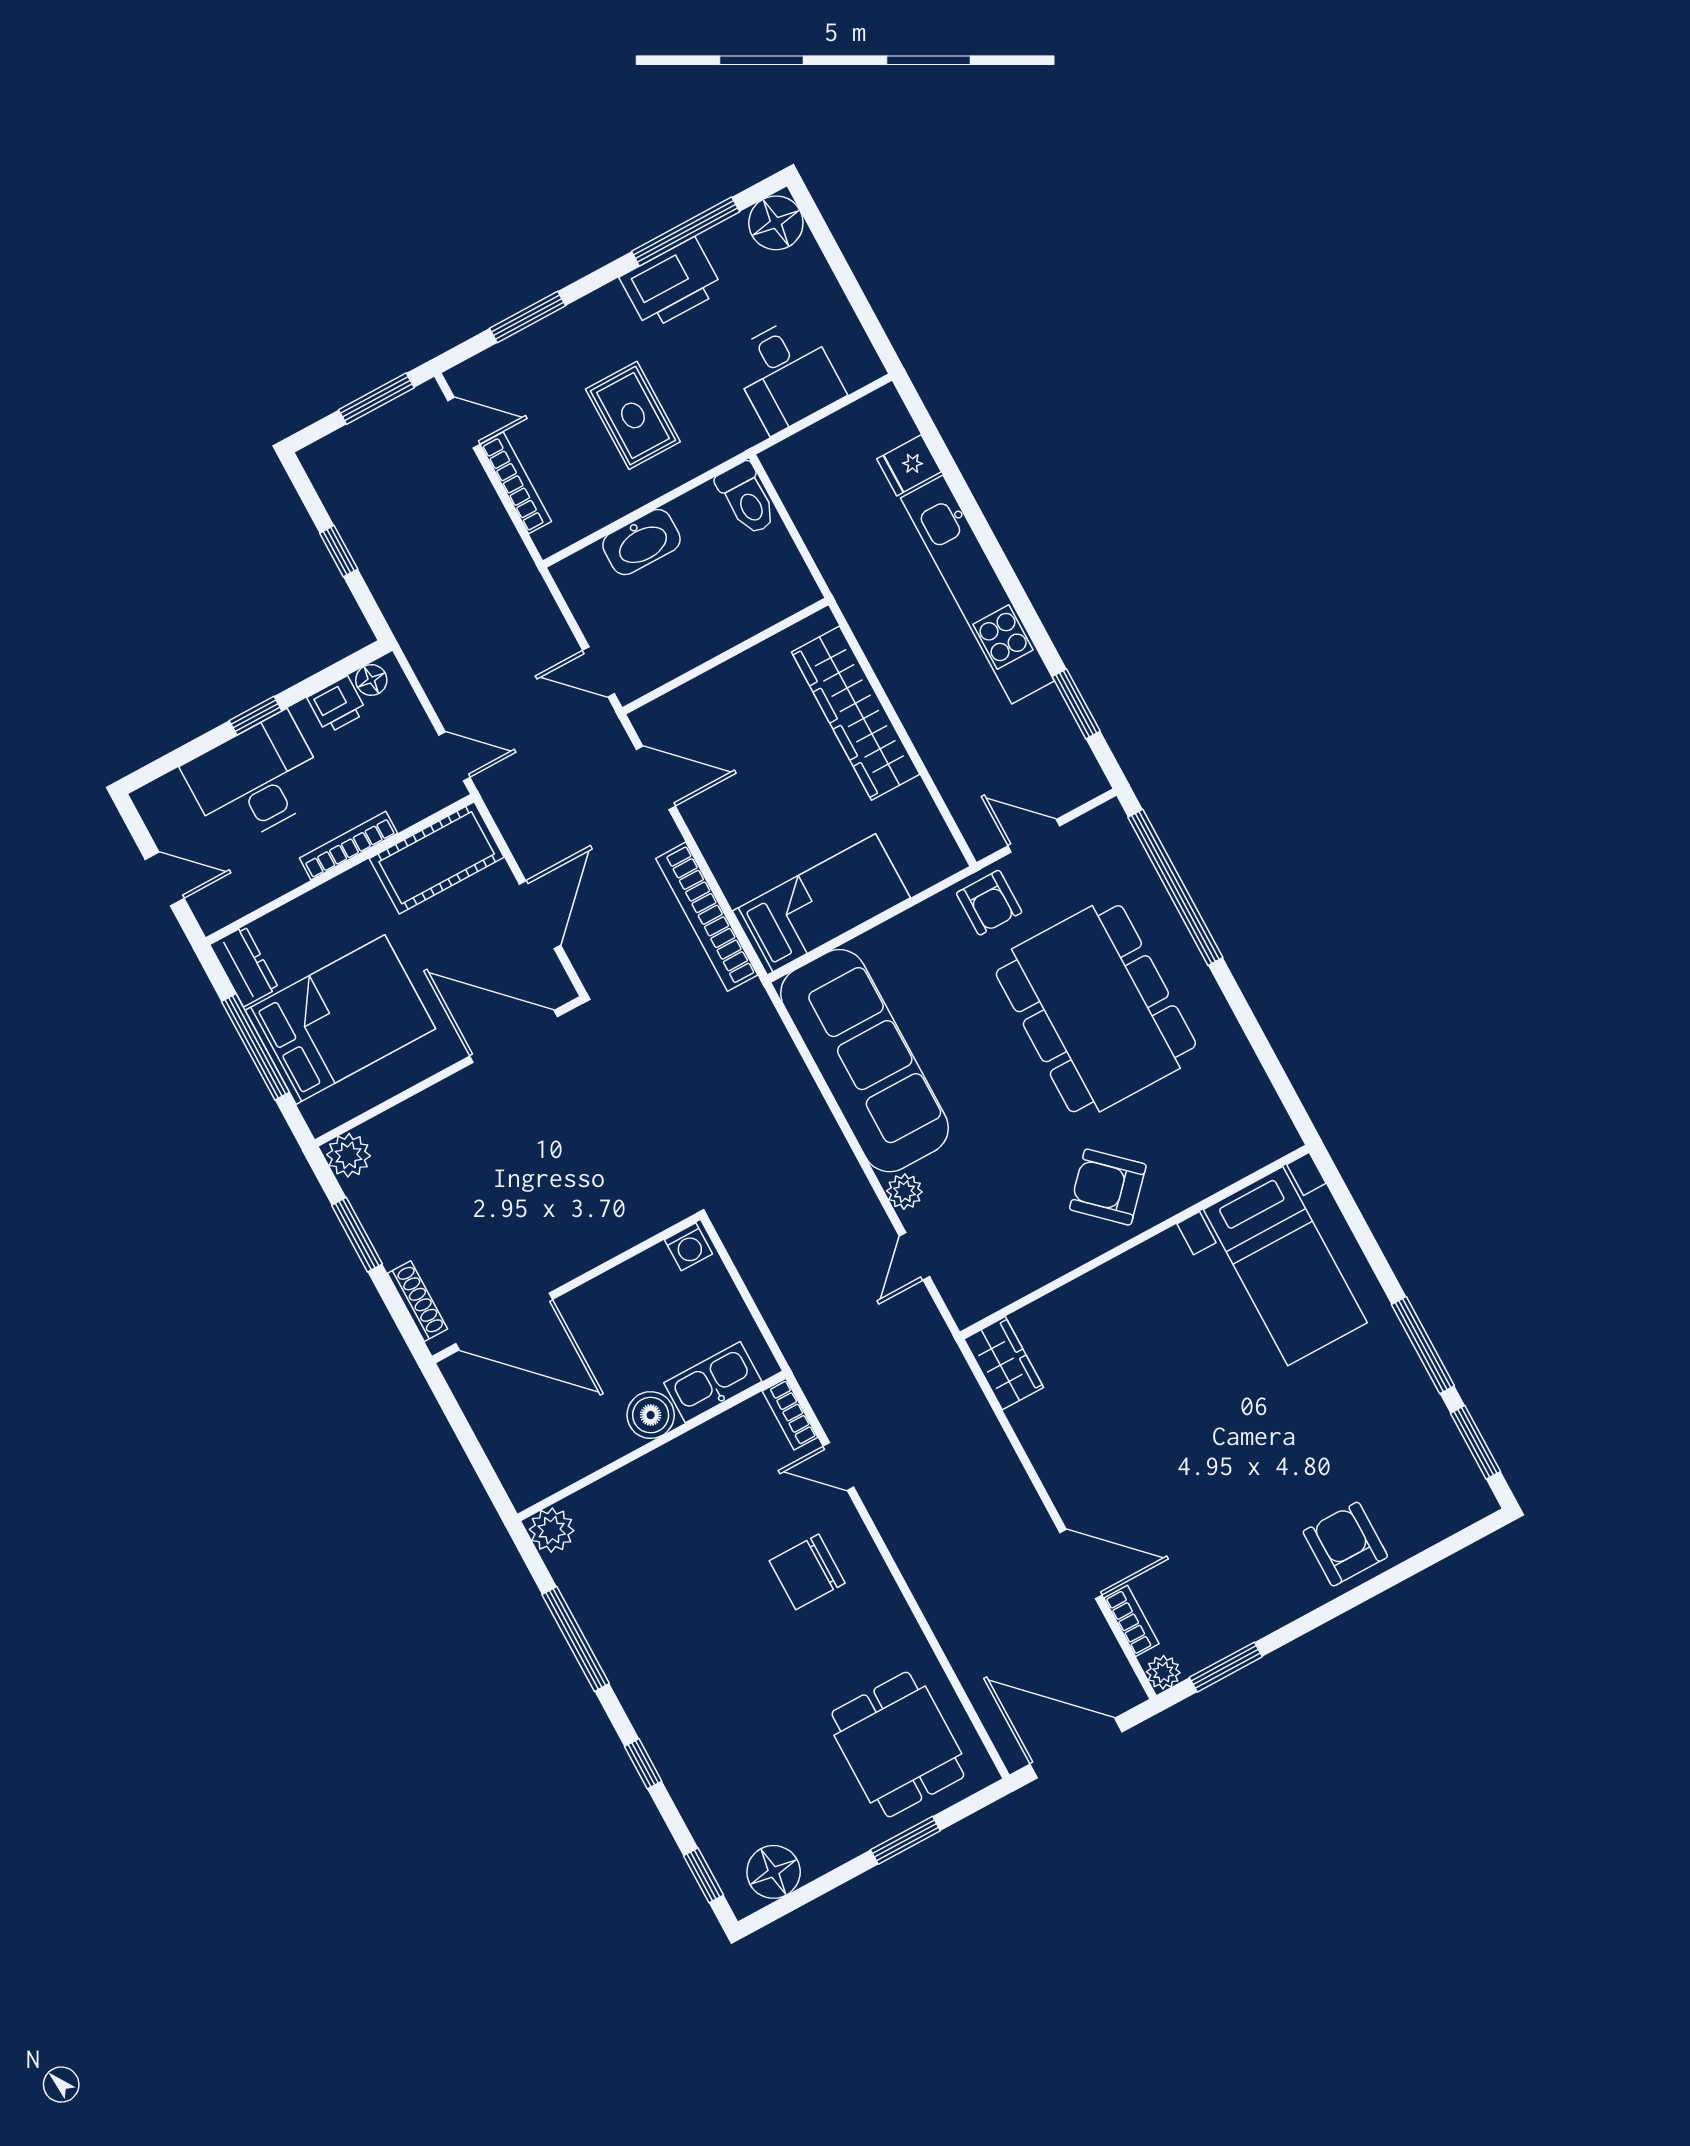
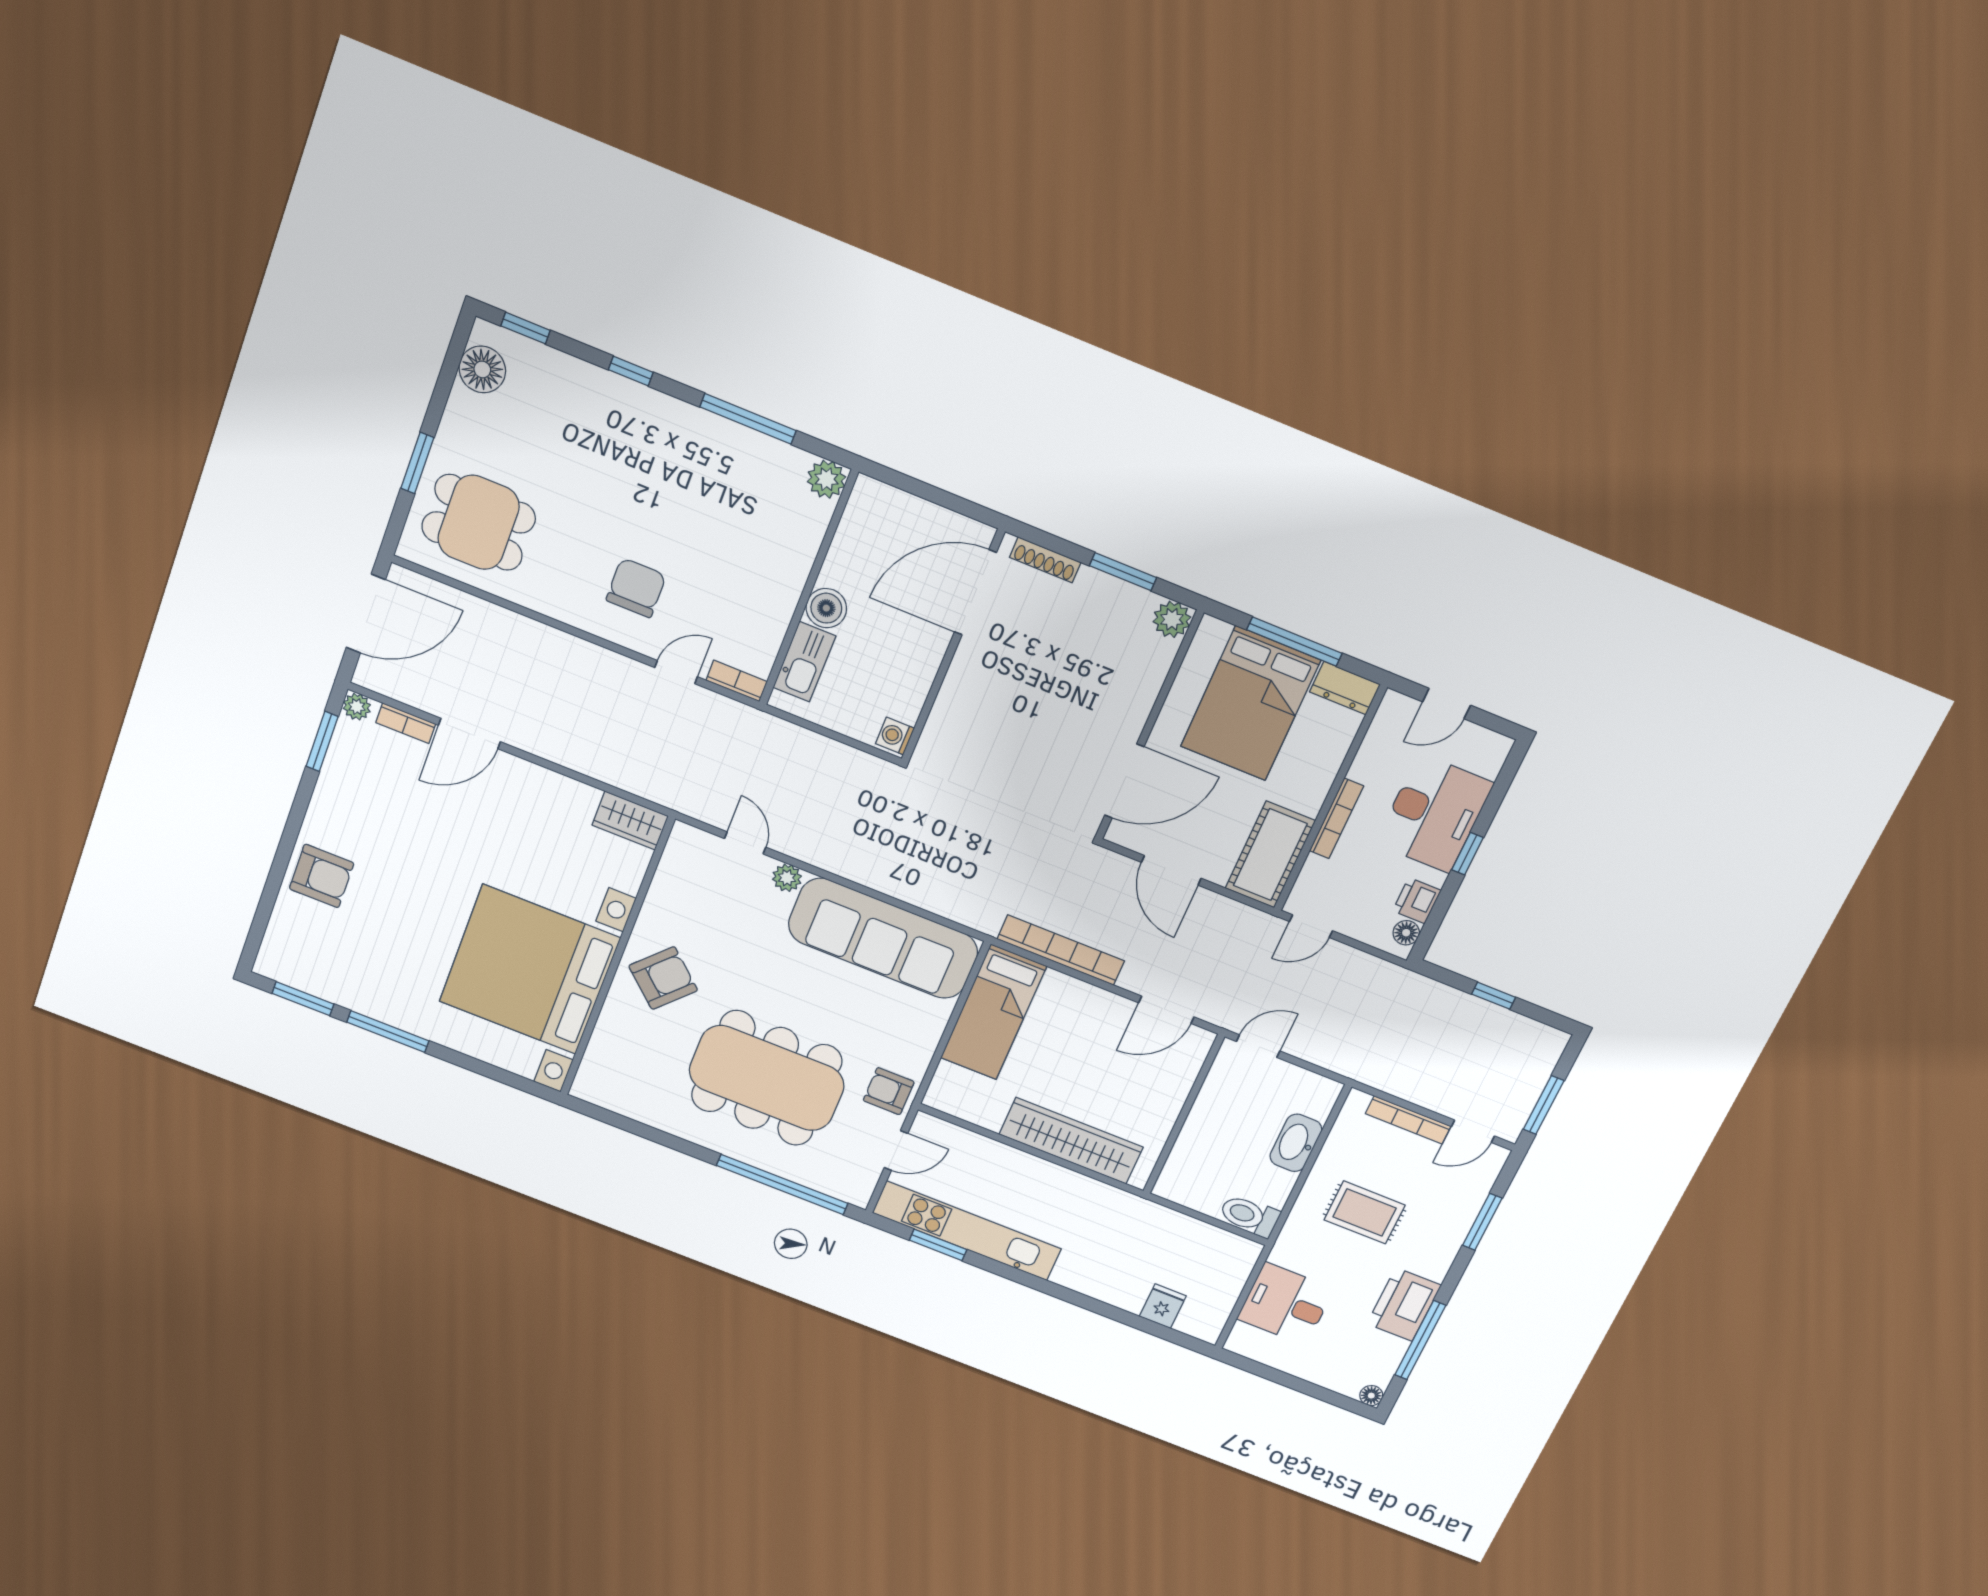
floor lamp: (776, 223) -> (1371, 1396), width x0.53, depth x0.53
kitchen unit: (977, 590) -> (967, 1231), moved
bed with nightstands: (1285, 1266) -> (530, 970), width x1.85

